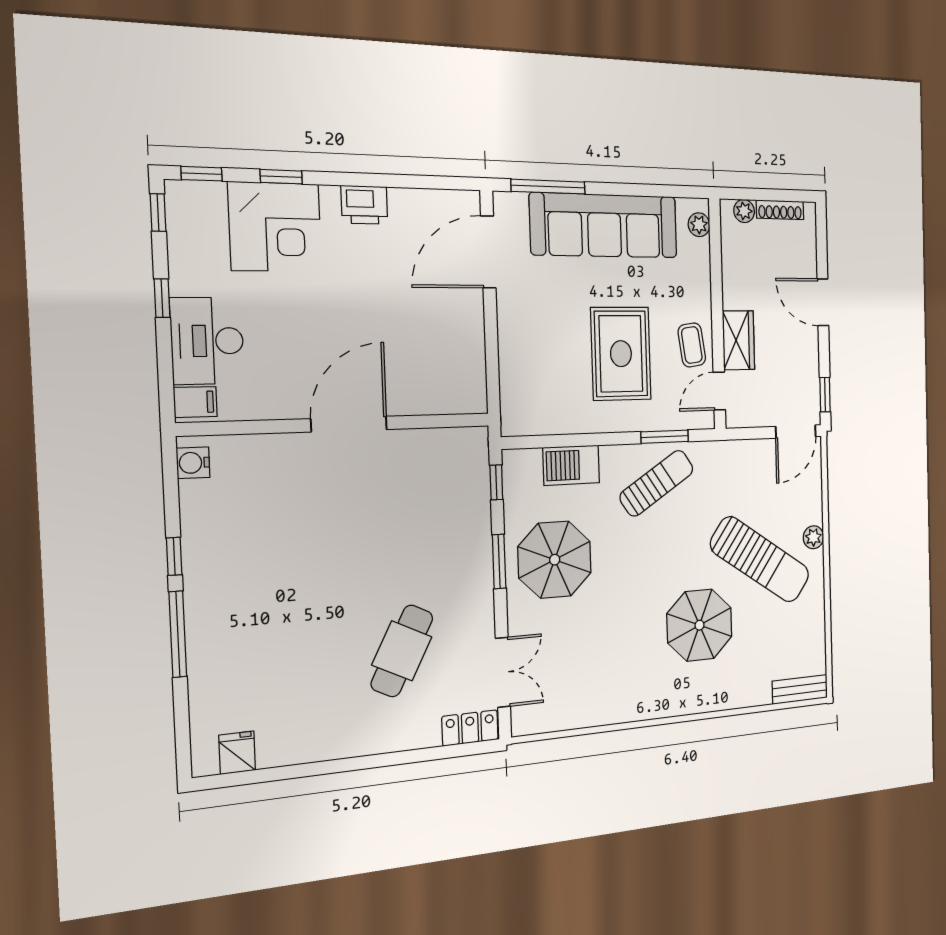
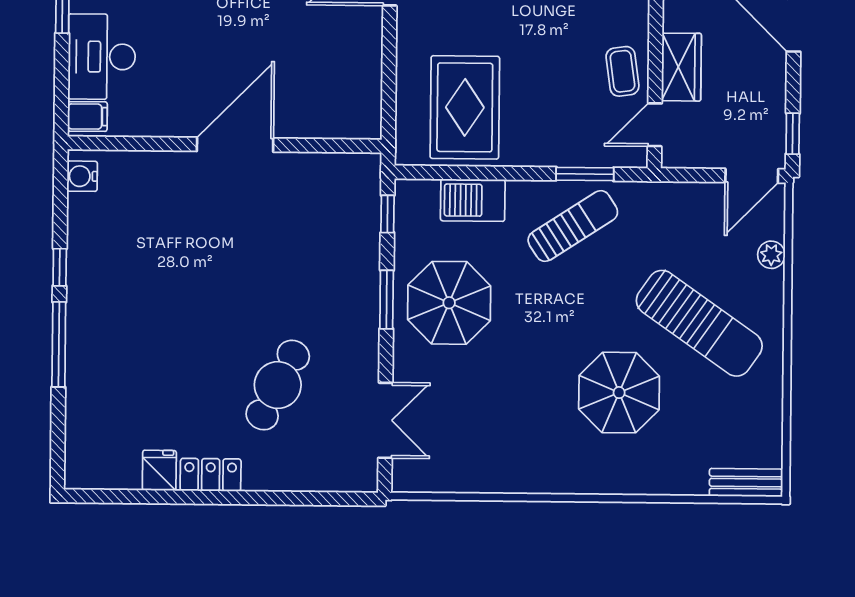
rug: (621, 354) -> (465, 107), moved
plant: (813, 537) -> (771, 255), moved
locker: (470, 728) -> (211, 475), moved
fridge: (237, 753) -> (159, 470), moved

